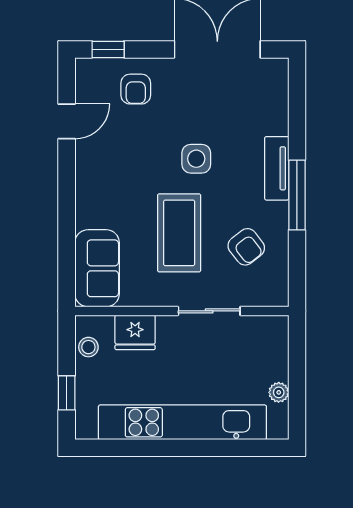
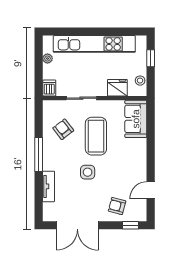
armchair: (136, 89) -> (117, 206), turned -75
tv unit: (277, 168) -> (48, 186), moved
dishwasher: (275, 332) -> (49, 88), added

